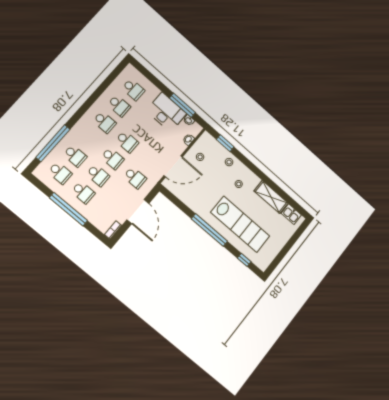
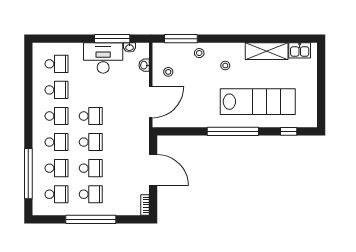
window: (225, 143) -> (181, 39), width x1.44
school desk: (135, 178) -> (56, 142), moved

